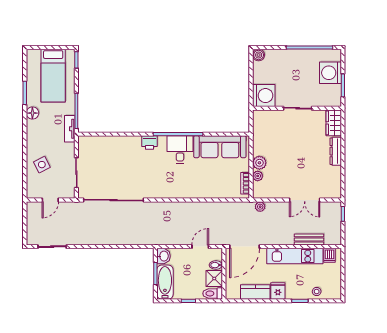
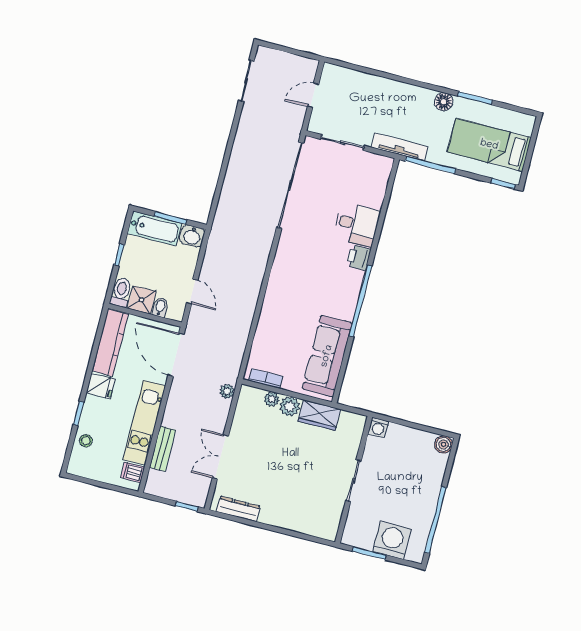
washing machine: (264, 96) -> (378, 428), width x0.53, depth x0.53
wardrobe: (334, 123) -> (319, 415), moved, turned 180
tv unit: (70, 129) -> (400, 147), width x1.41
desk: (180, 149) -> (357, 224), moved
dresser: (336, 151) -> (238, 509), moved
side table: (42, 165) -> (367, 96), removed
door: (50, 200) -> (313, 95), hinge flipped
kitchen counter: (255, 292) -> (110, 343), width x1.50

